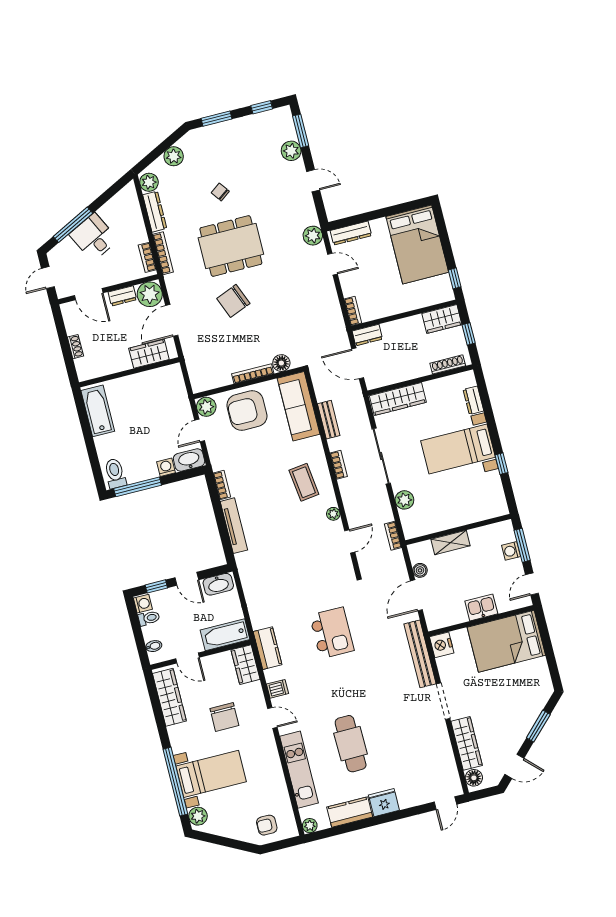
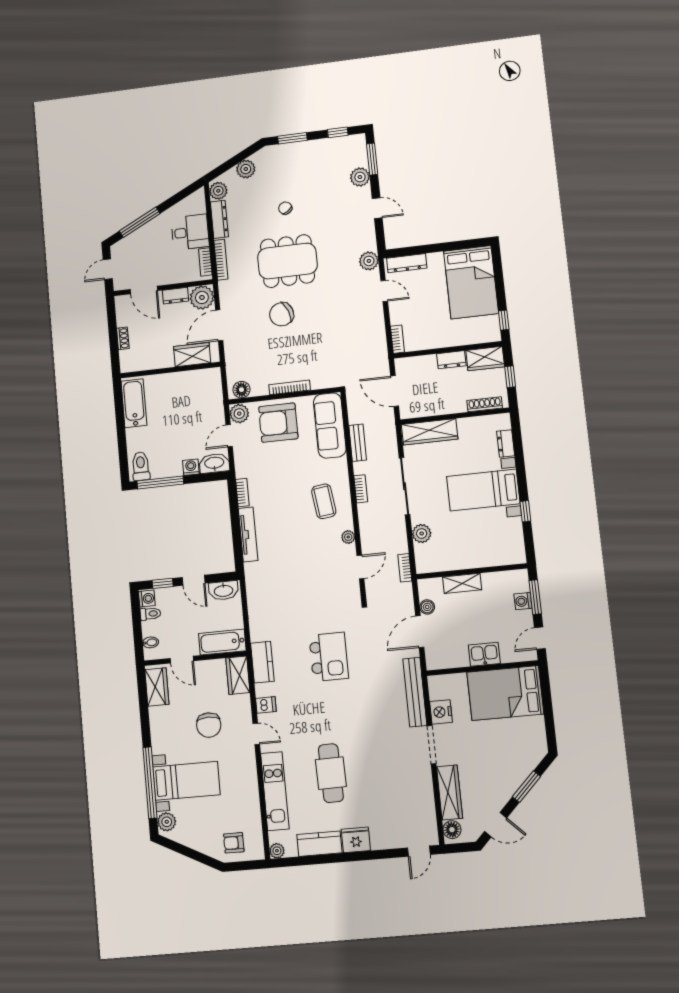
desk: (94, 237) -> (190, 232), moved, turned 117
dresser: (367, 335) -> (451, 360), moved
floor lamp: (281, 363) -> (241, 390), moved
nightstand: (442, 645) -> (441, 712), moved
wardrobe: (169, 697) -> (157, 687), width x0.67

